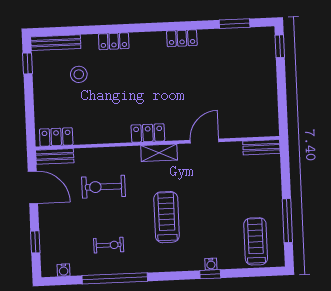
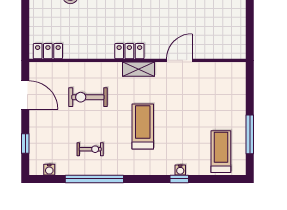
bench: (261, 147) -> (230, 68), removed
bench: (55, 156) -> (46, 68), removed

